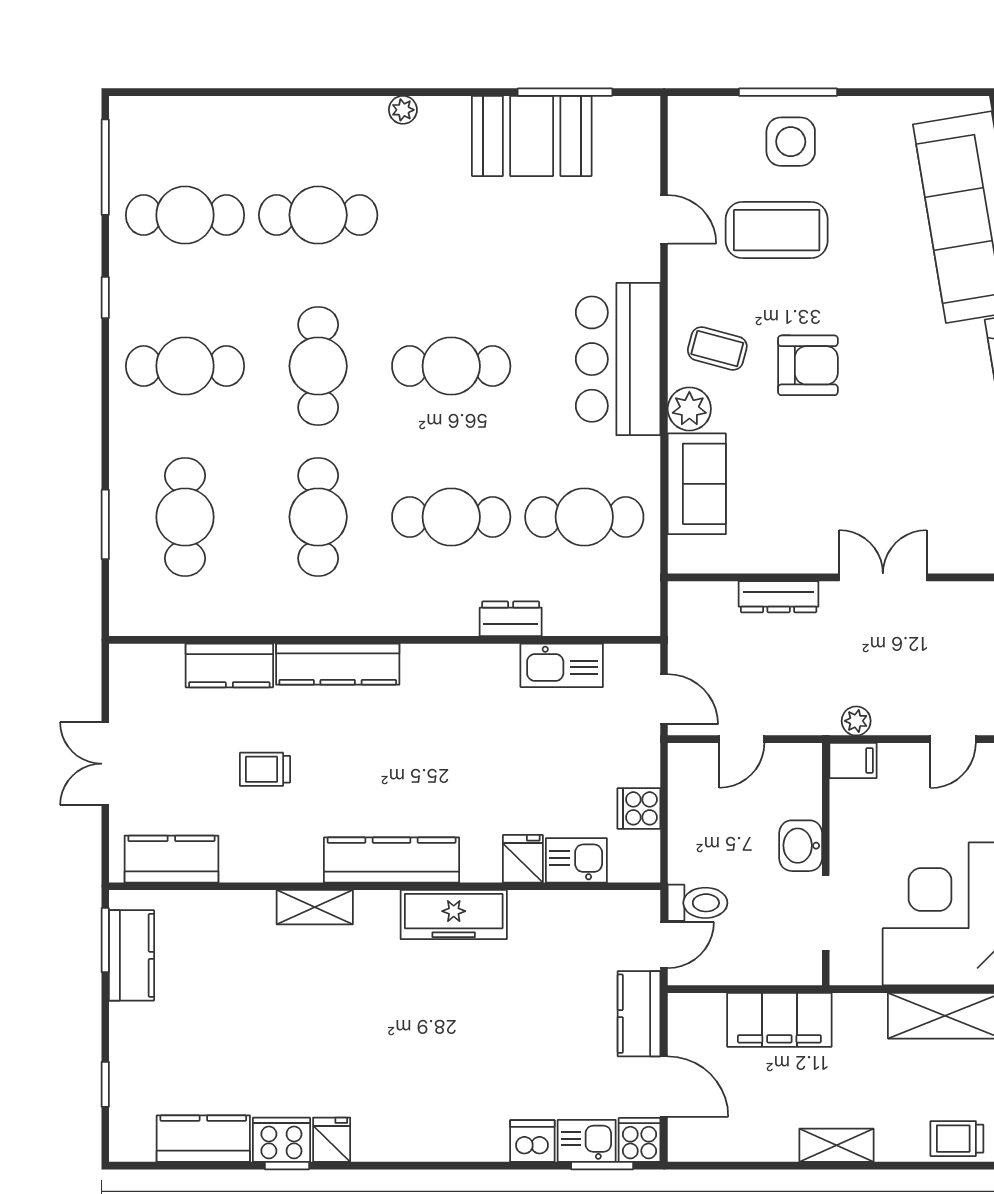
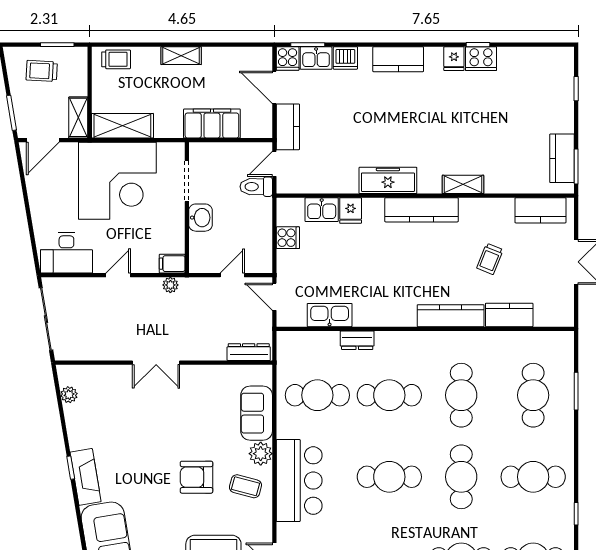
dresser: (779, 597) -> (249, 352), moved
trolley: (265, 769) -> (490, 259), turned 112
kitchen counter: (203, 1139) -> (398, 59), moved

